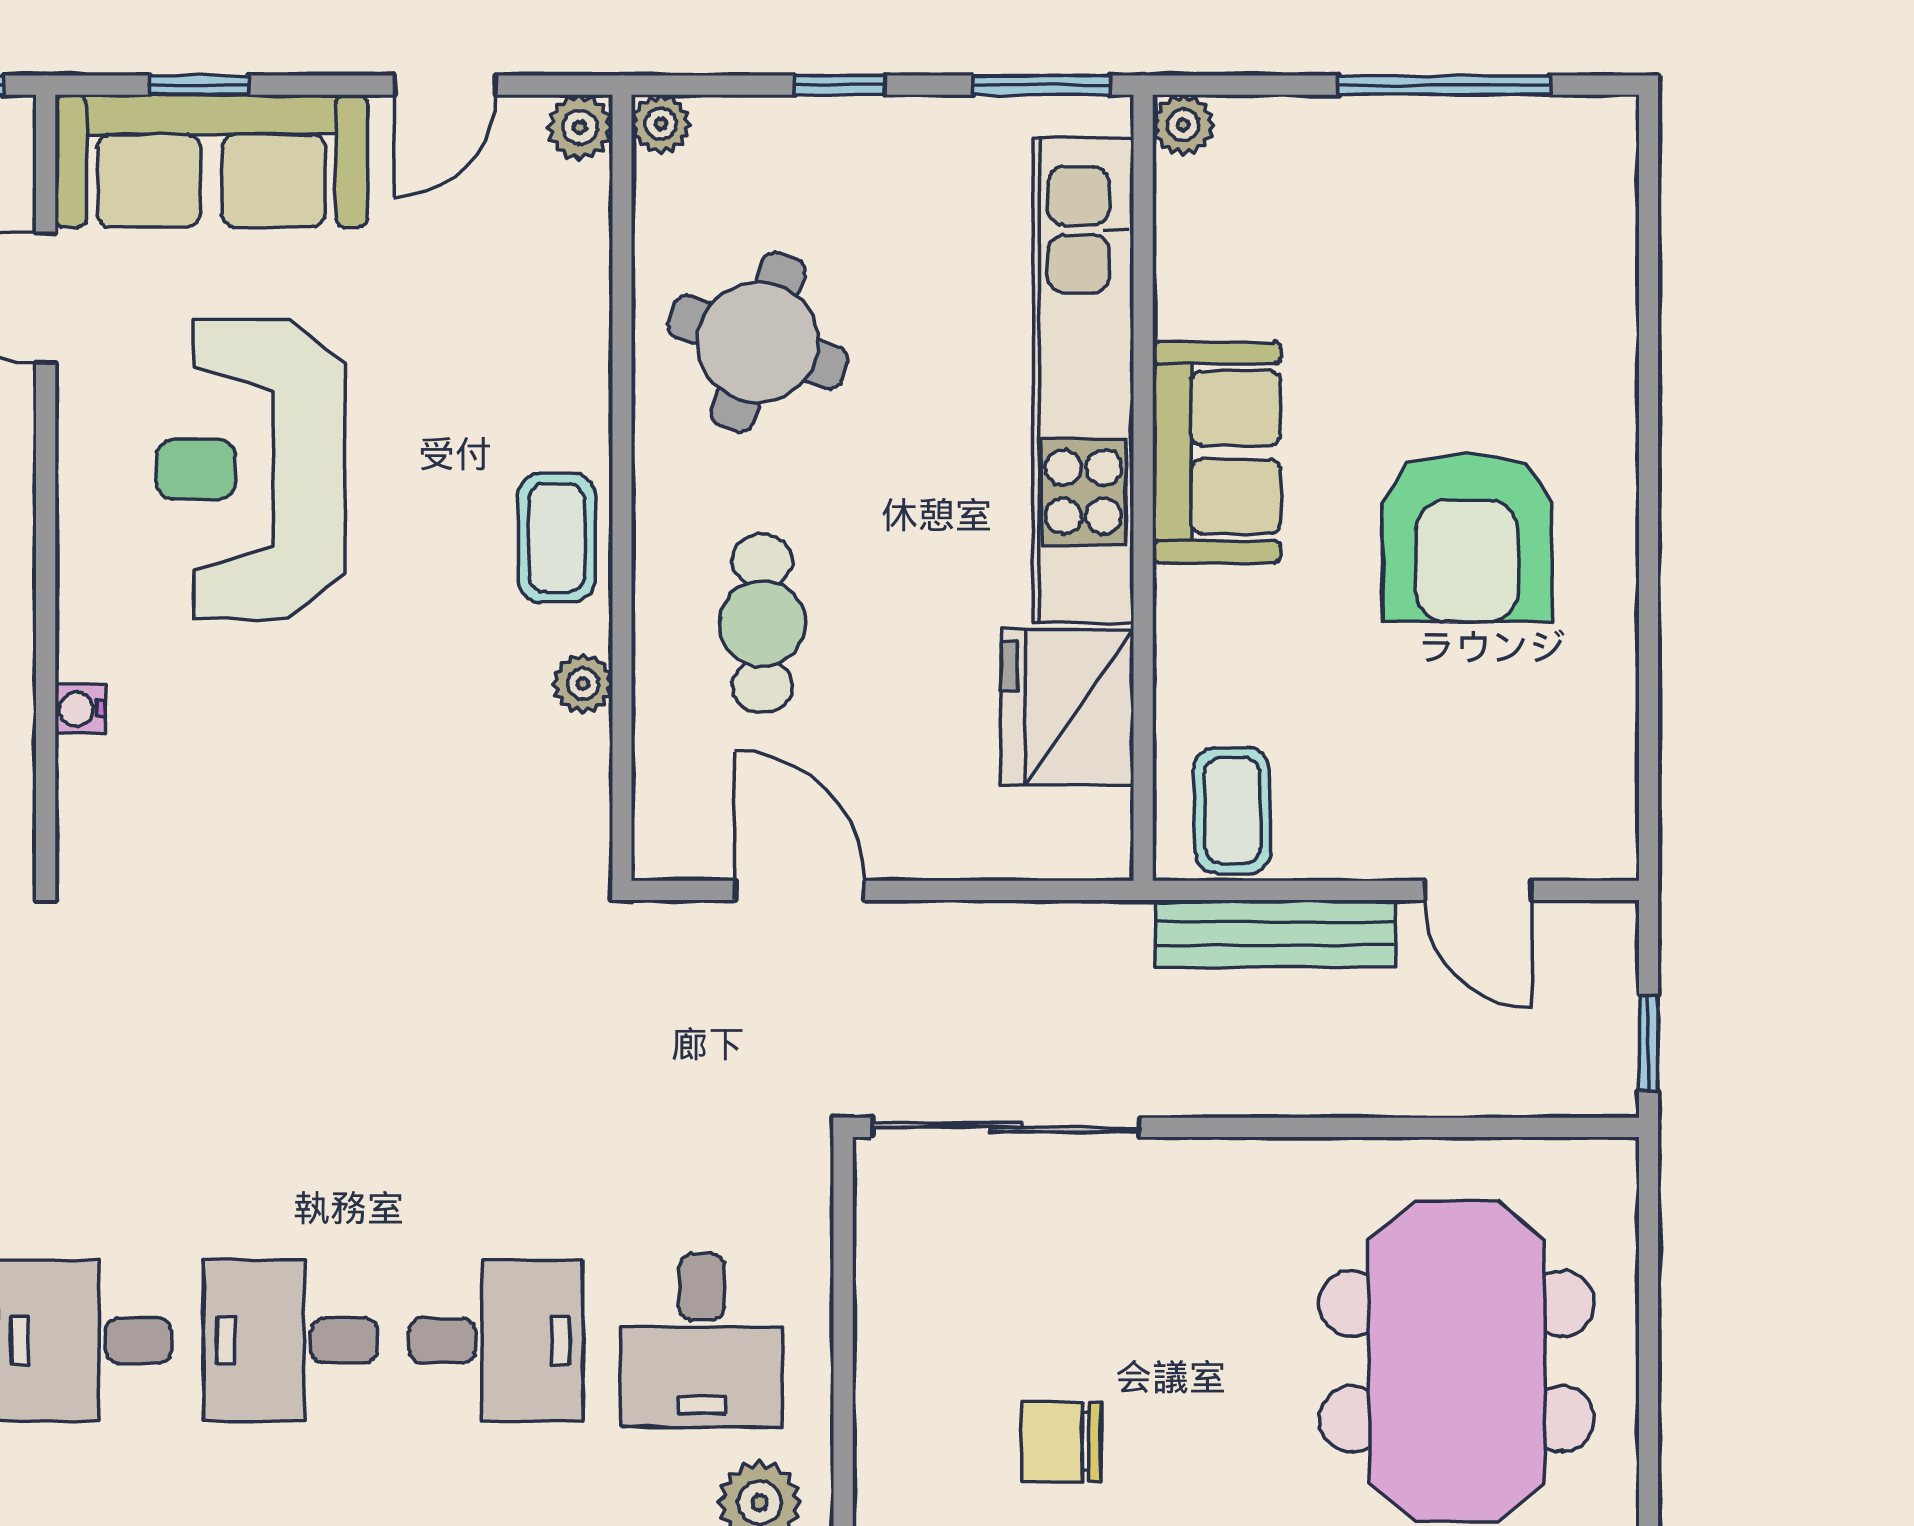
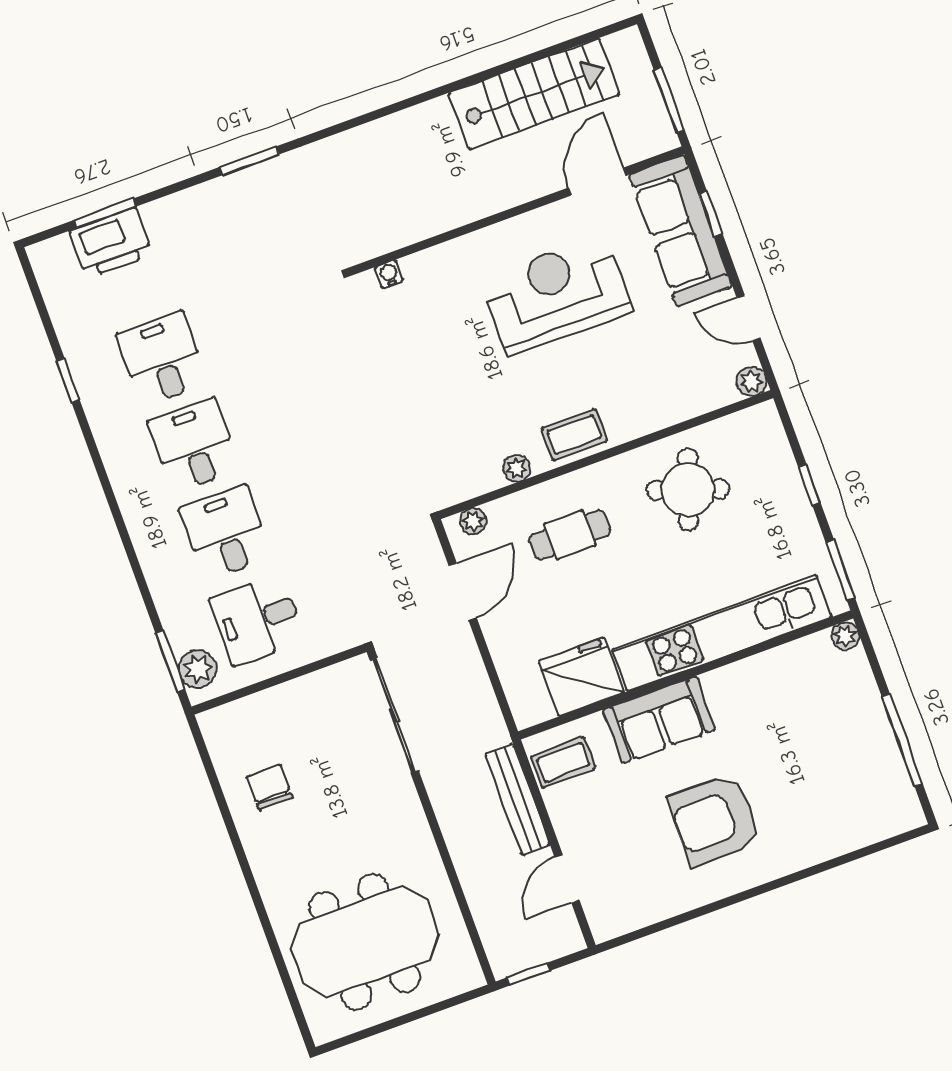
plant: (661, 124) -> (473, 521), moved
sofa: (1217, 452) -> (659, 720), moved
water cooler: (80, 709) -> (389, 274), moved
desk: (496, 1341) -> (226, 533), turned 180

